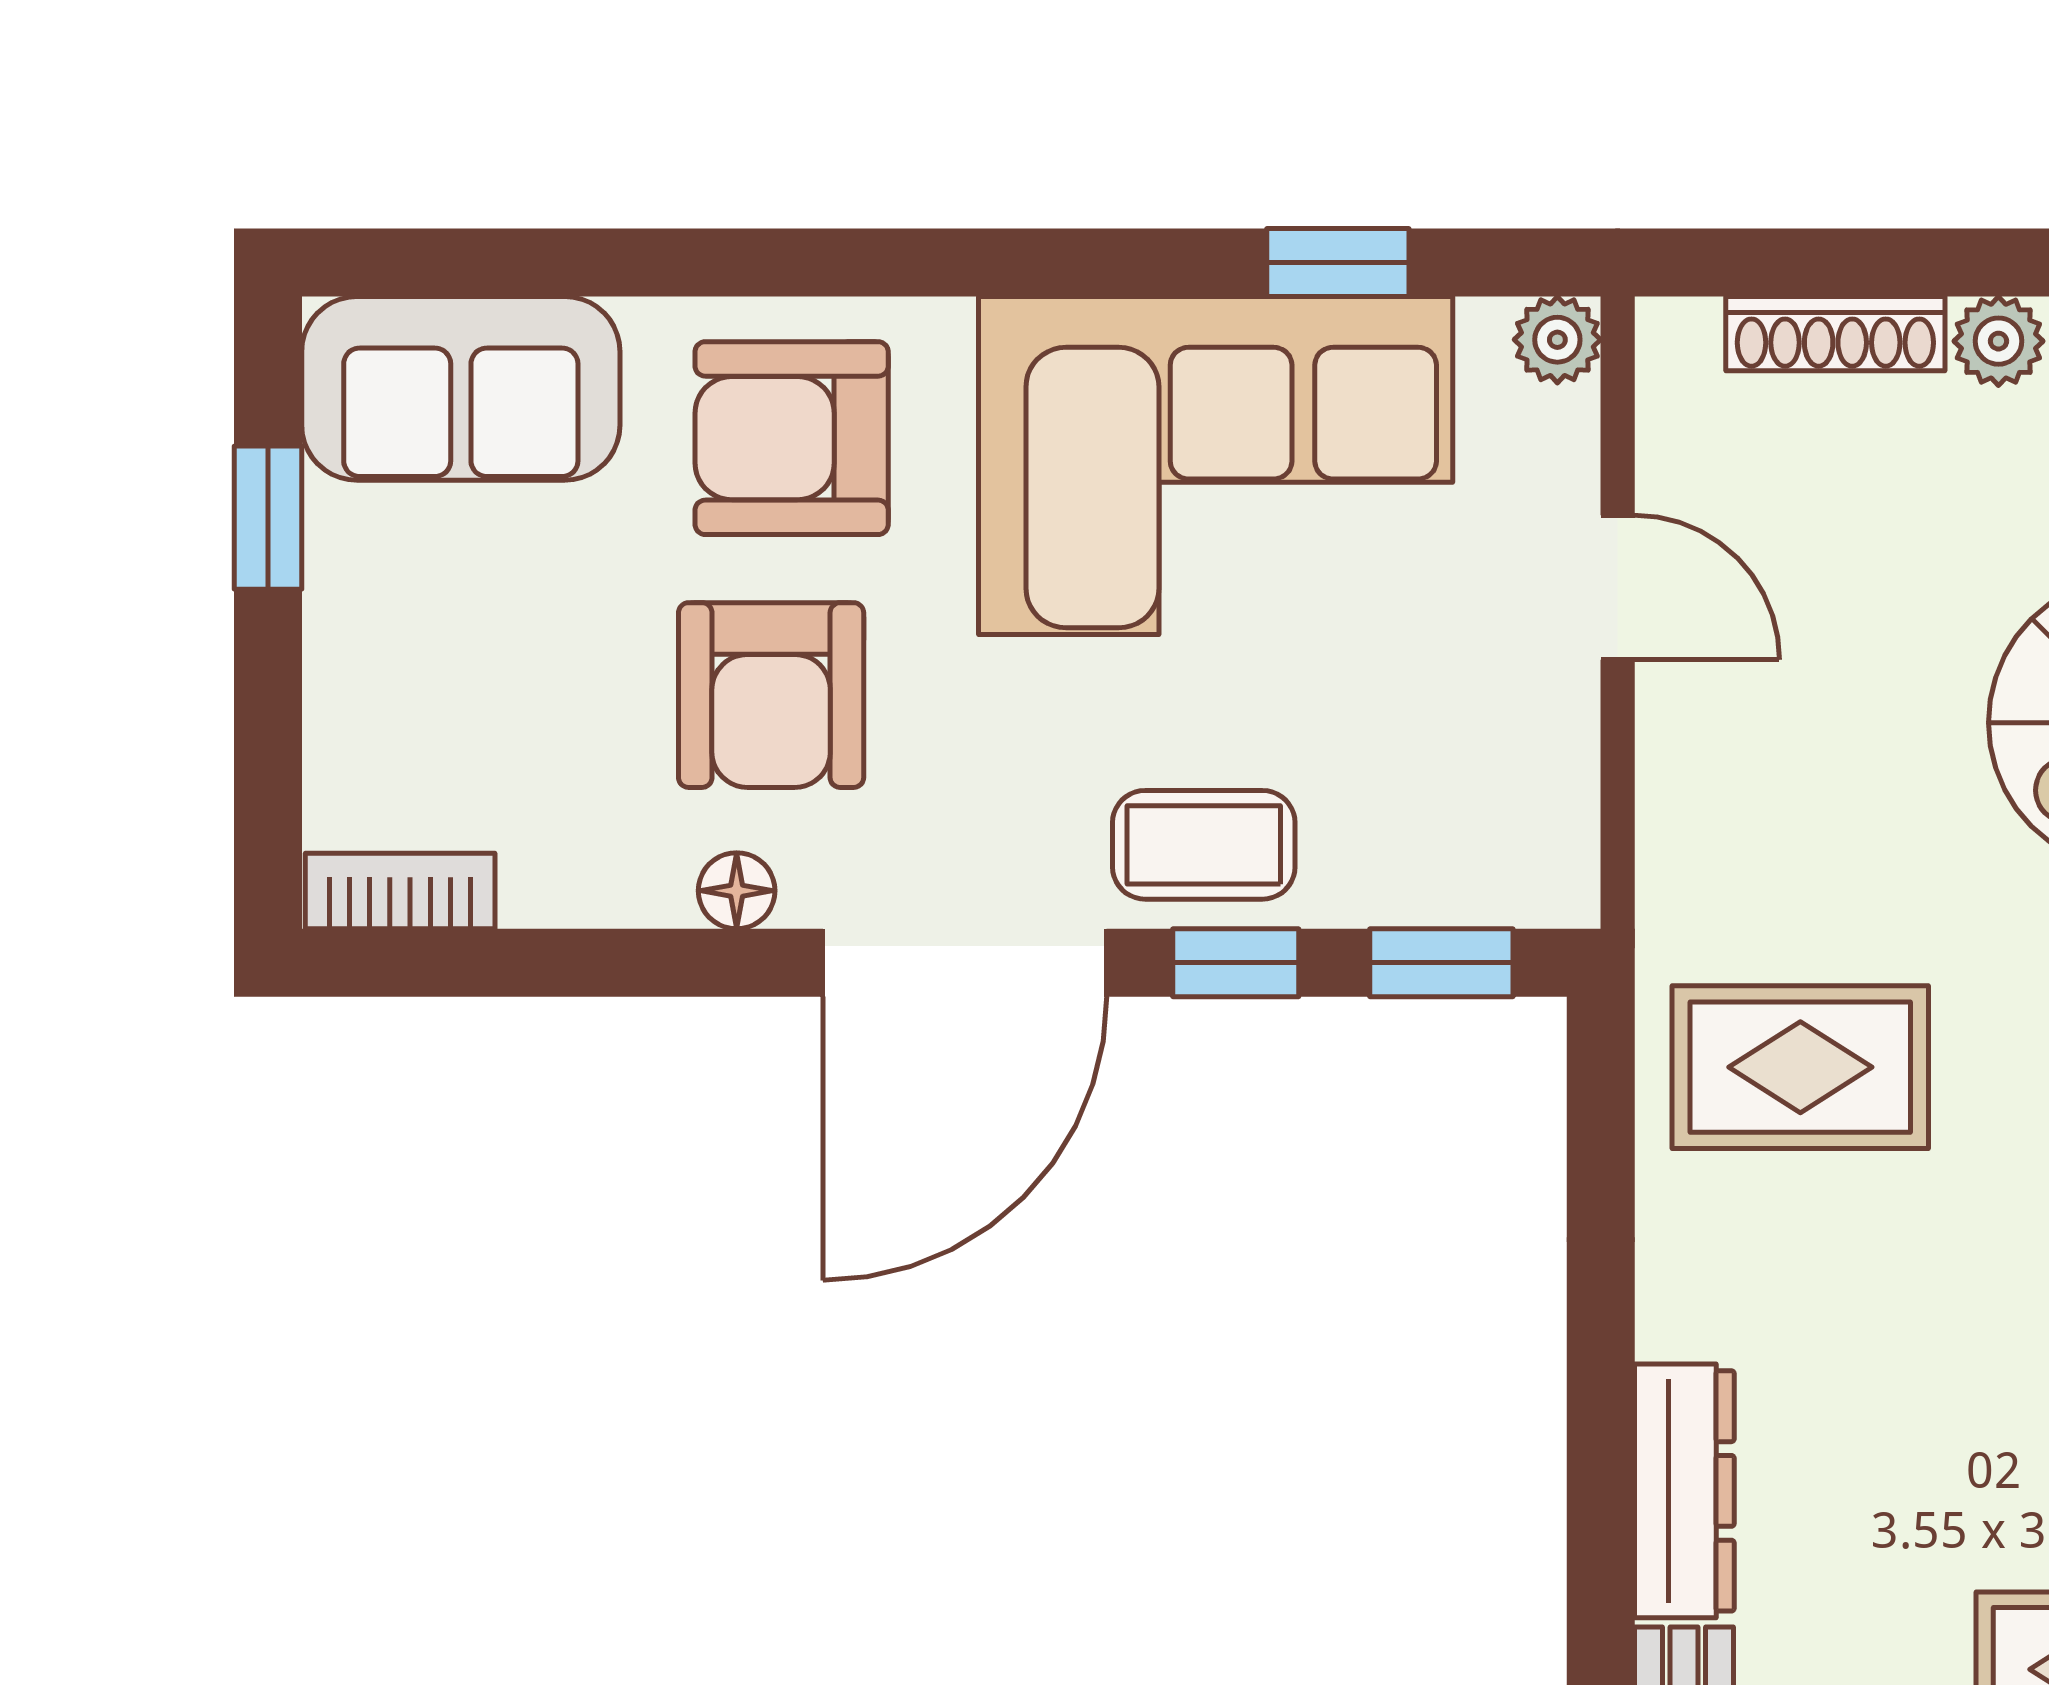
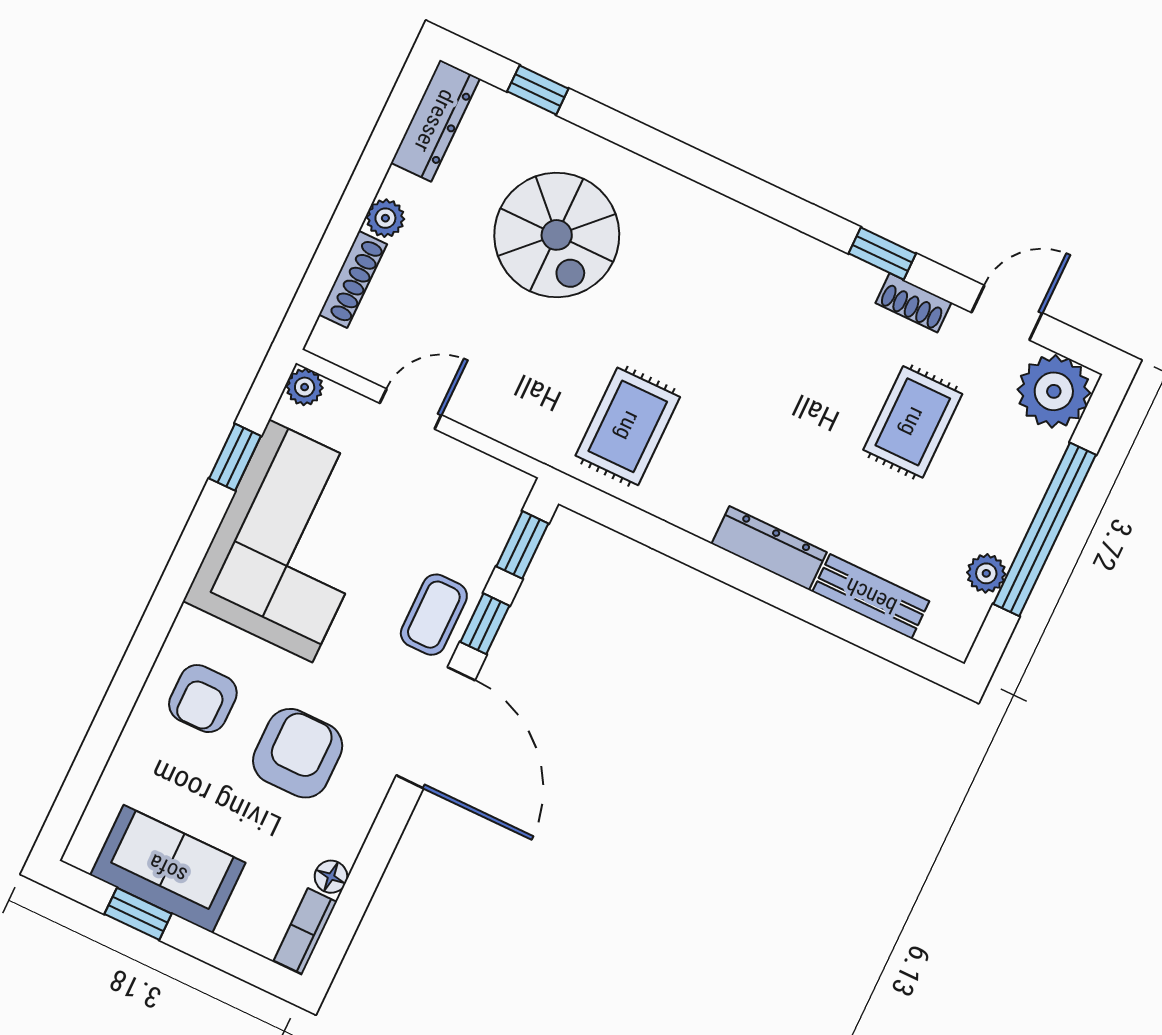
sofa: (461, 388) -> (168, 869), moved, turned -90
armchair: (792, 438) -> (203, 699), width x0.72, depth x0.72
armchair: (771, 695) -> (298, 753), turned -90
floor lamp: (737, 891) -> (331, 877), moved

